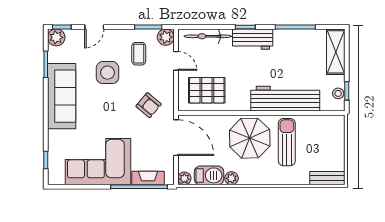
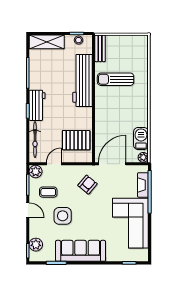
door: (94, 27) -> (28, 210), moved
plant: (56, 37) -> (36, 245), moved
pallet: (207, 90) -> (76, 140), turned 90
parasol: (250, 138) -> (113, 108), removed
plant: (231, 178) -> (143, 121), removed
bench: (327, 178) -> (100, 48), moved

